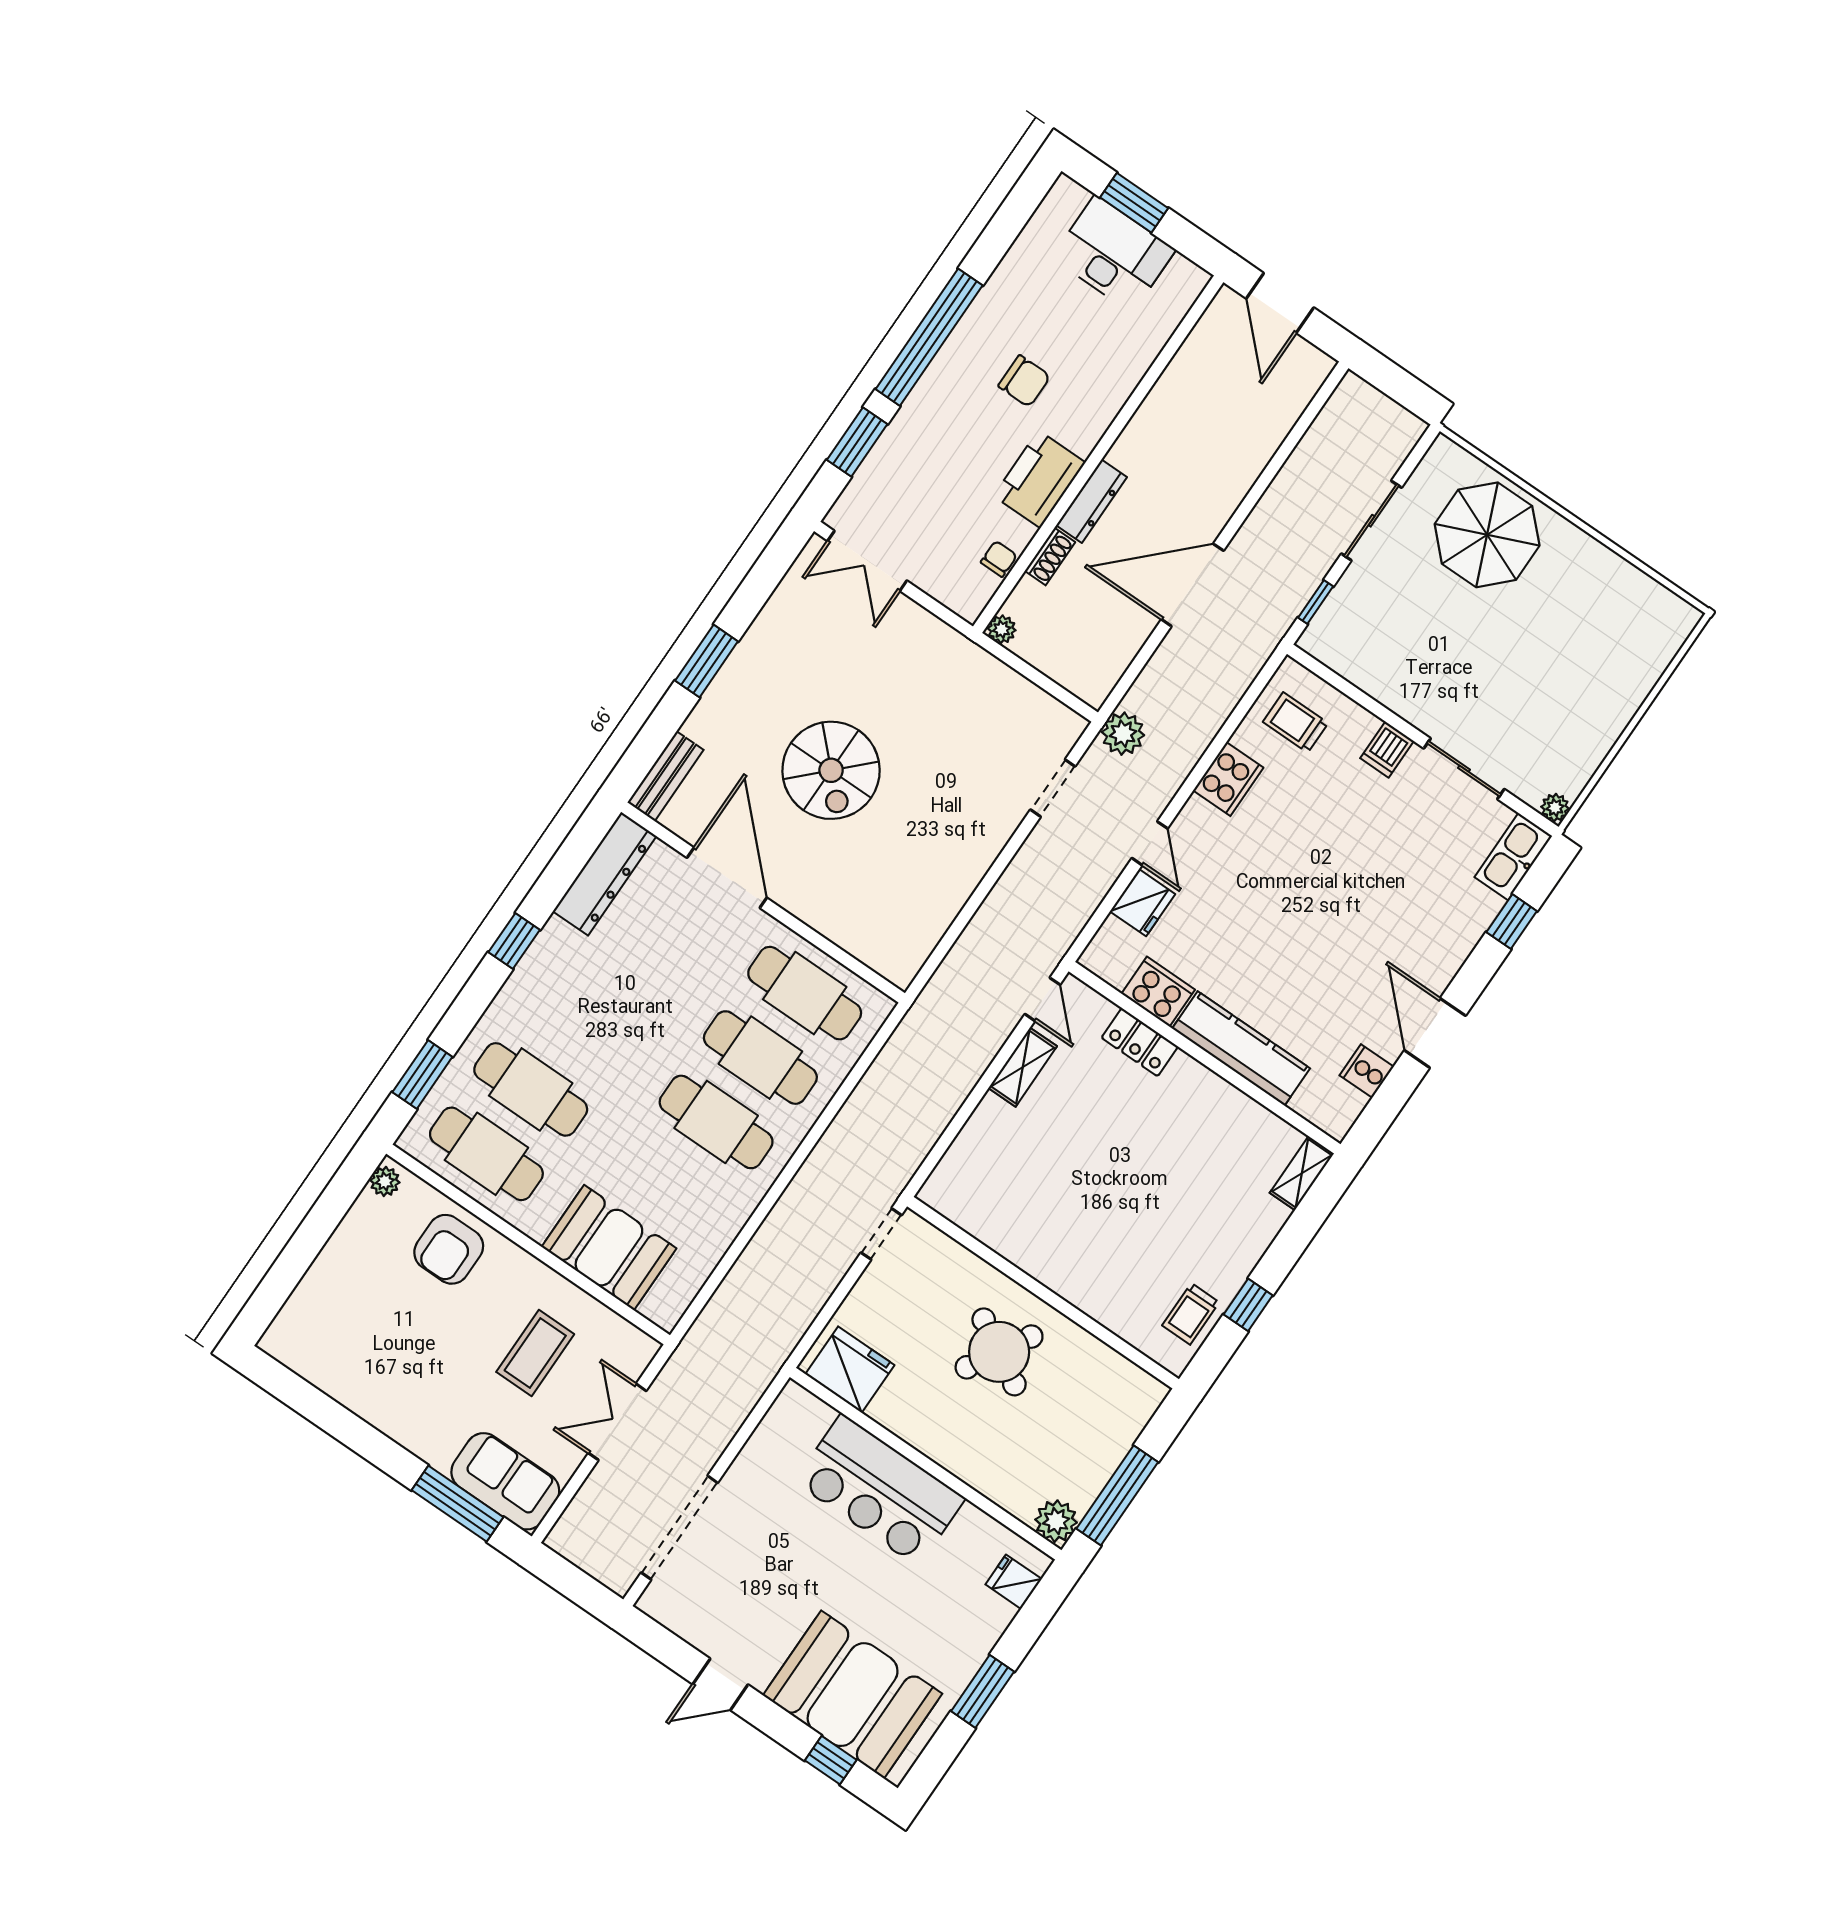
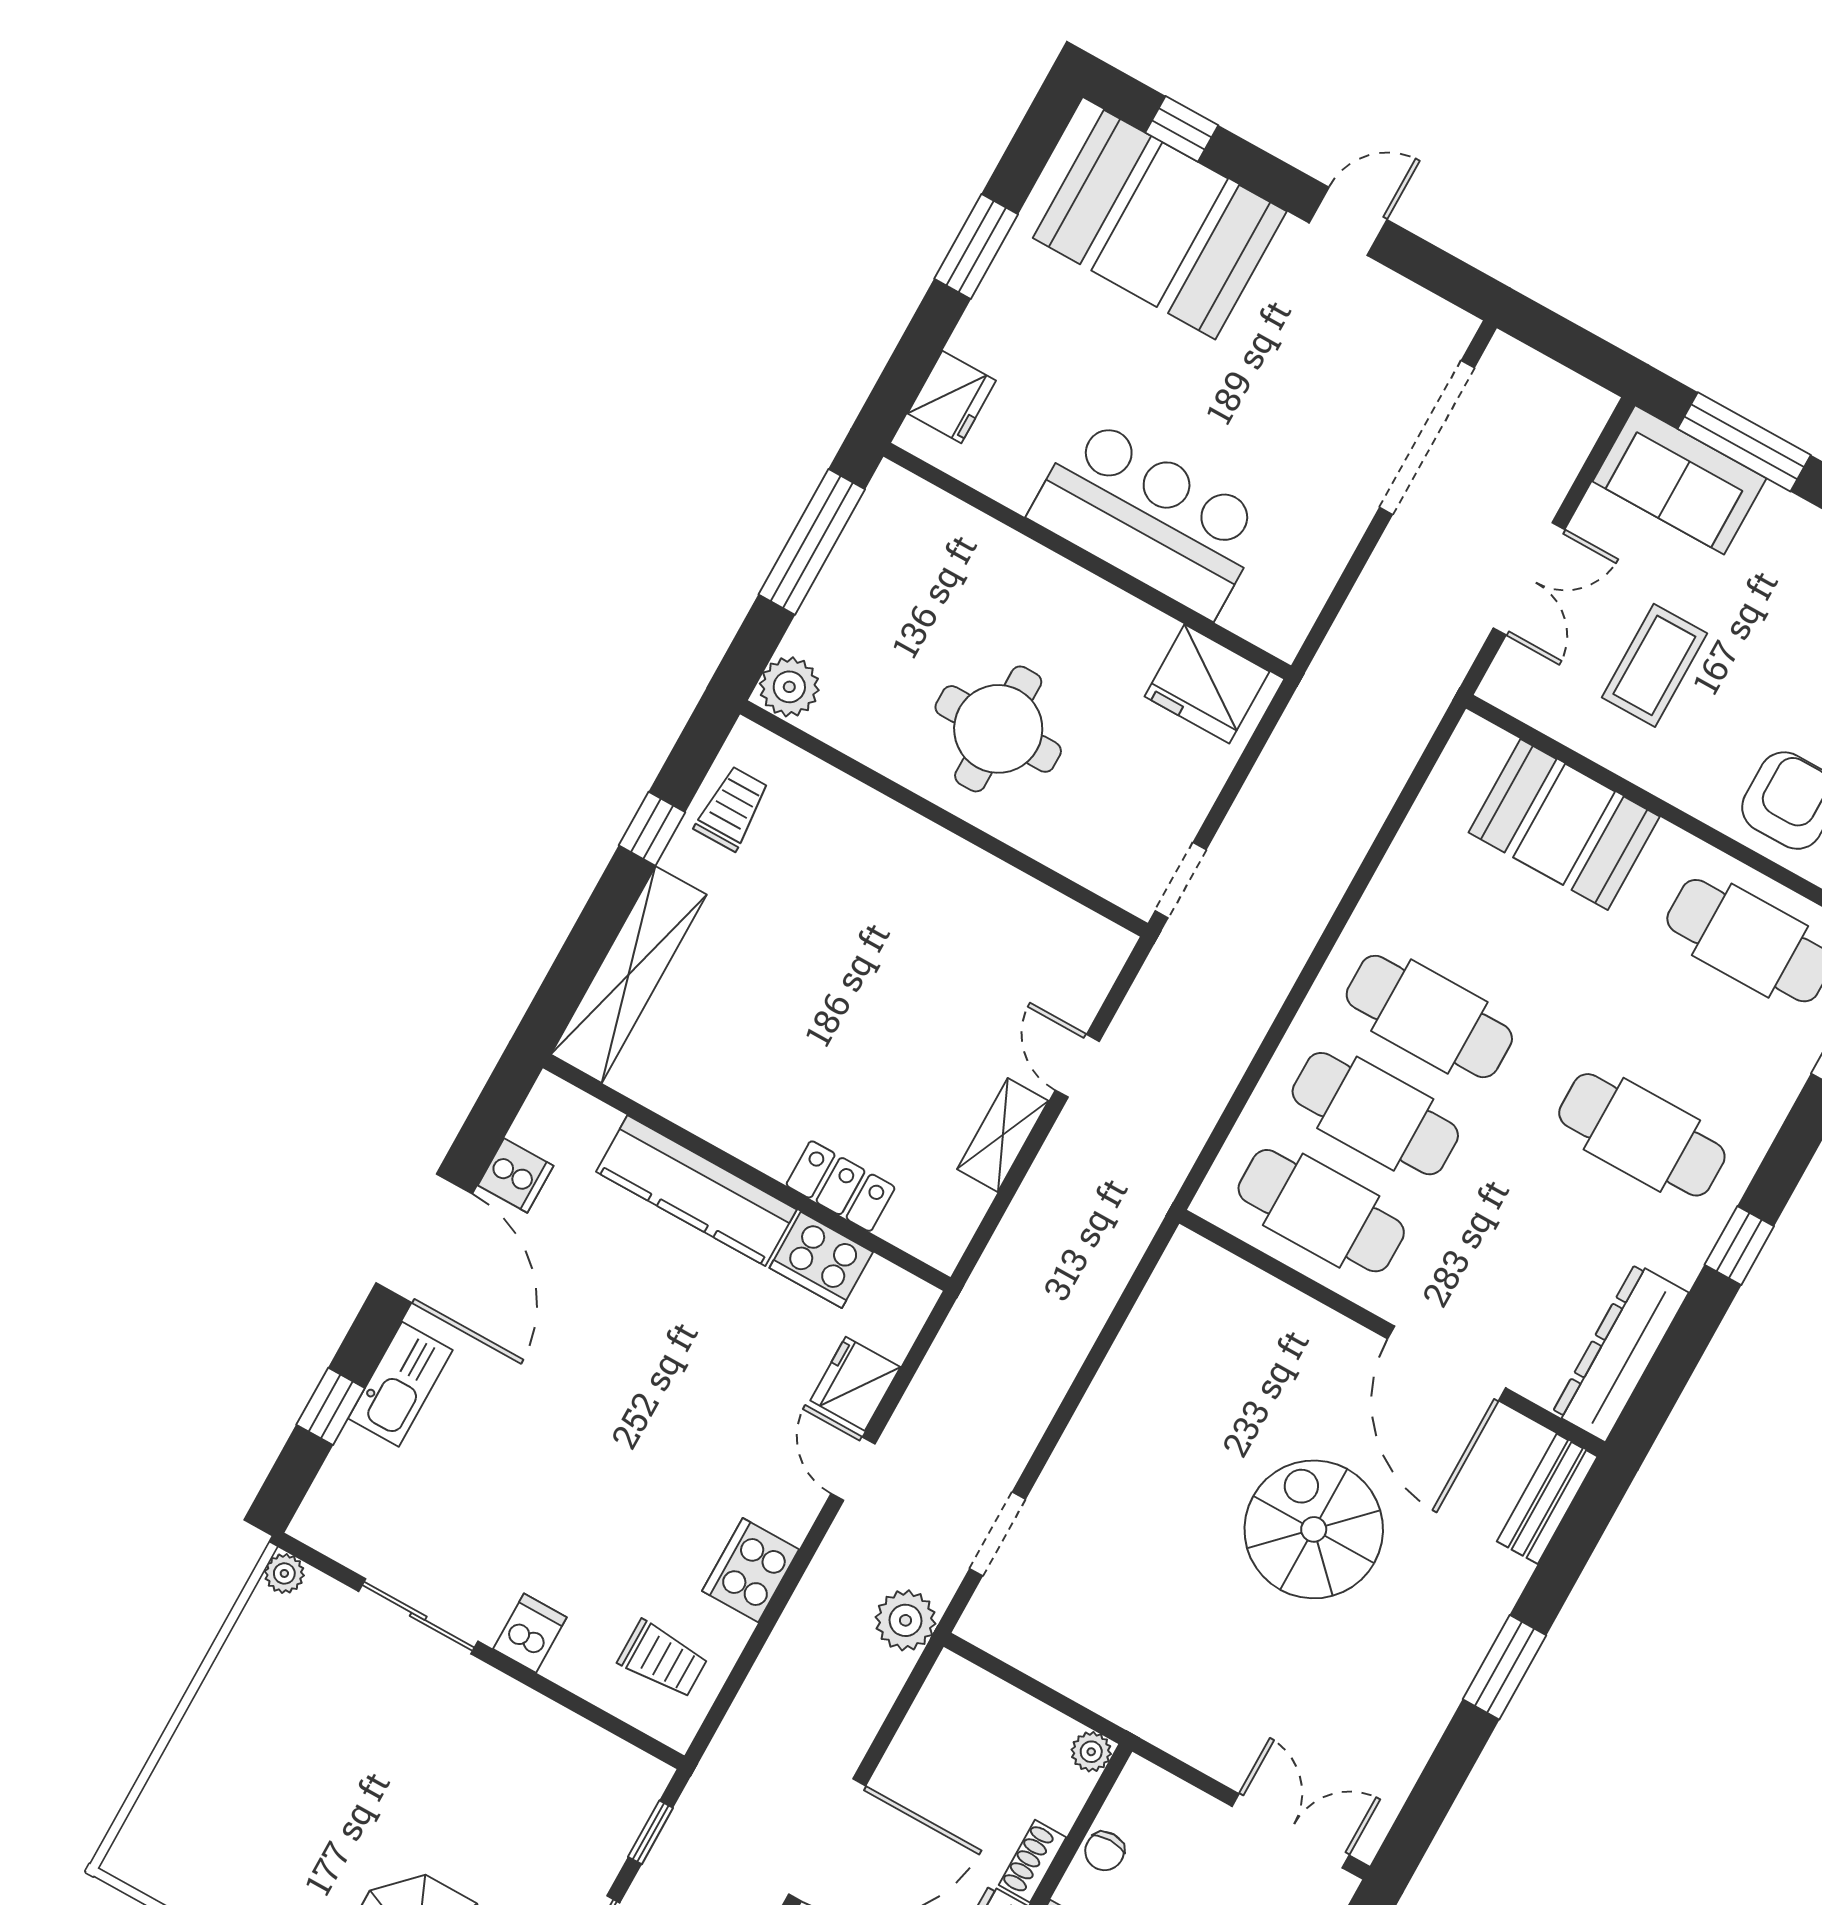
kitchen sink: (1513, 857) -> (400, 1384), moved
door: (1042, 999) -> (1077, 1066), moved
door: (1435, 1033) -> (424, 1238), width x1.36
cafe table: (531, 1089) -> (1642, 1135), moved
shelving: (1302, 1173) -> (629, 975), width x2.20, depth x1.33
round table: (999, 1352) -> (998, 729), turned -30
plant: (1056, 1521) -> (789, 687), moved
fridge: (1014, 1582) -> (952, 397), width x1.38

